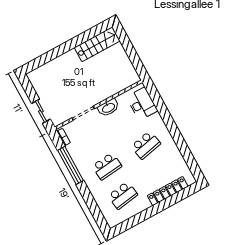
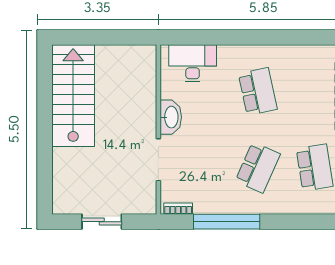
stairs: (97, 44) -> (73, 96), width x1.36, depth x1.51
sliding door: (41, 111) -> (102, 222), moved
school desk: (107, 166) -> (258, 167), turned 30

